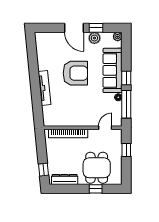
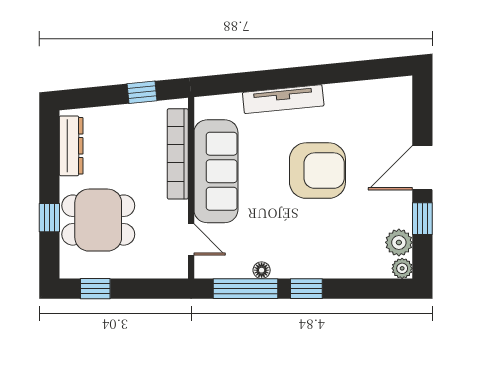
plant: (94, 38) -> (399, 242), moved
sofa: (113, 70) -> (216, 171), moved, turned 90
armchair: (75, 73) -> (317, 171), turned -90
window: (126, 150) -> (95, 289), moved
window: (44, 170) -> (142, 92), moved

